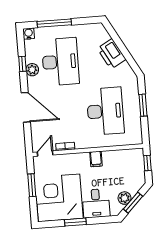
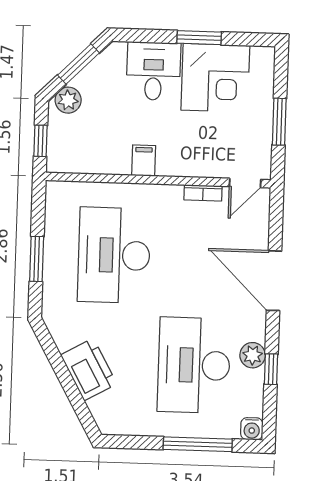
corner desk: (59, 198) -> (215, 78), width x0.74, depth x0.74
plant: (125, 198) -> (68, 100), moved

